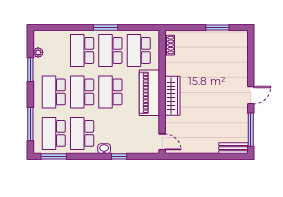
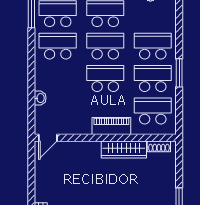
piano: (149, 93) -> (111, 126), width x0.73, depth x0.75
wardrobe: (172, 96) -> (124, 150), moved
washbasin: (104, 149) -> (40, 98), moved
window: (119, 156) -> (31, 89), removed

